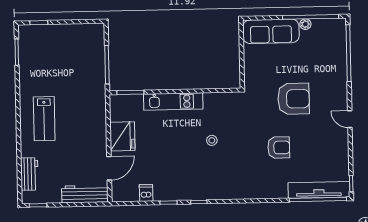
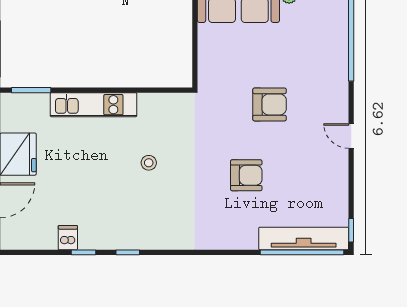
armchair: (294, 99) -> (269, 104), width x0.73, depth x0.73
dishwasher: (146, 193) -> (68, 238), moved

